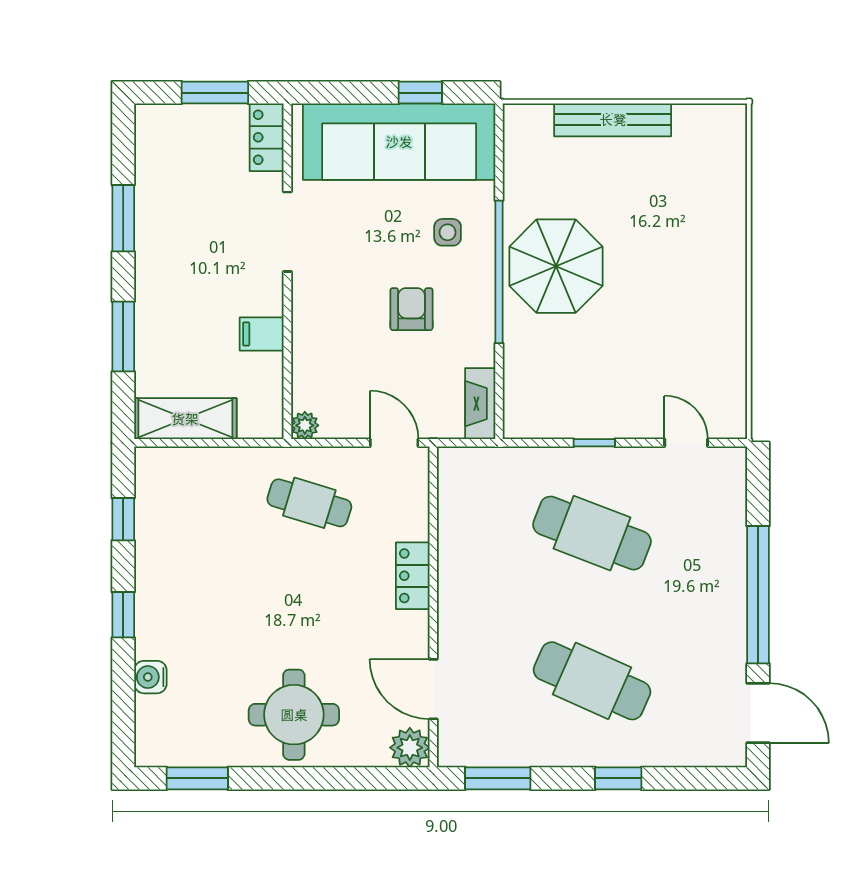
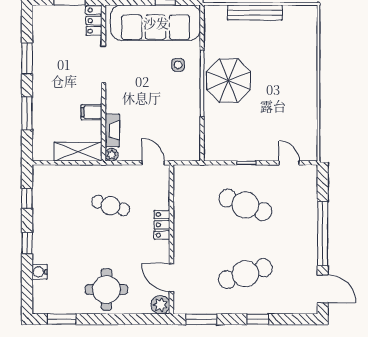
armchair: (412, 309) -> (161, 101), removed
fireplace: (480, 404) -> (112, 130), moved, turned 180
shelving: (185, 419) -> (78, 152), moved
cafe table: (309, 503) -> (110, 206), moved
cafe table: (592, 681) -> (245, 274), turned -42

